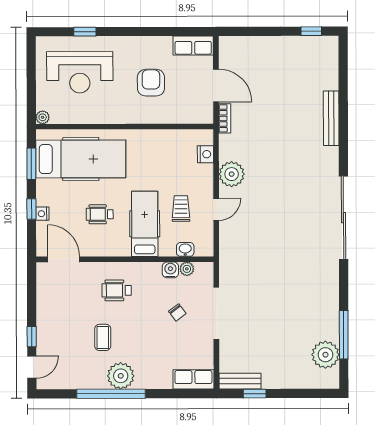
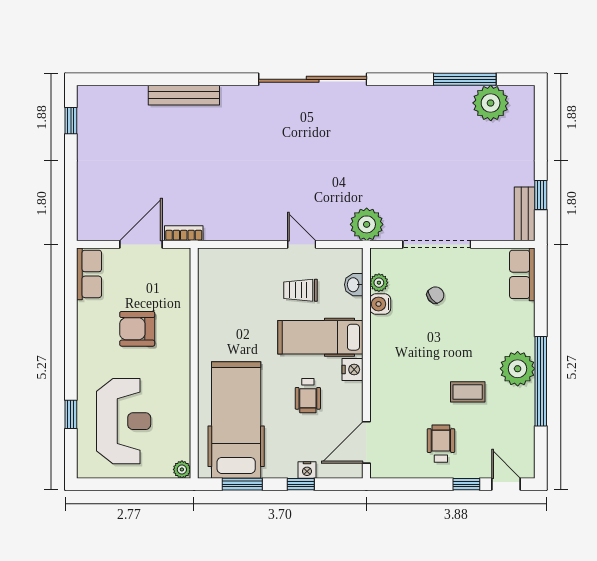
nightstand: (205, 154) -> (353, 369), moved, turned 90
plant: (232, 174) -> (367, 224), moved
wheelchair: (117, 290) -> (441, 444), moved, turned 180

